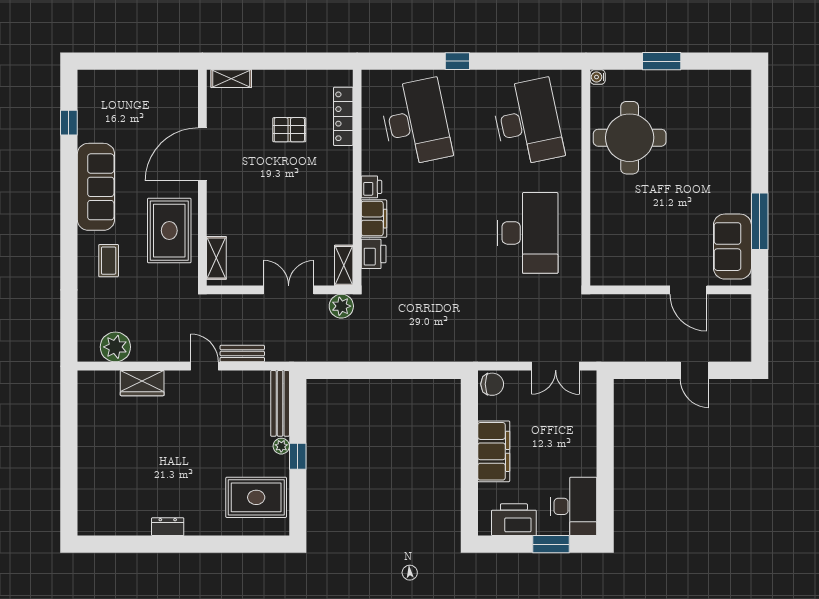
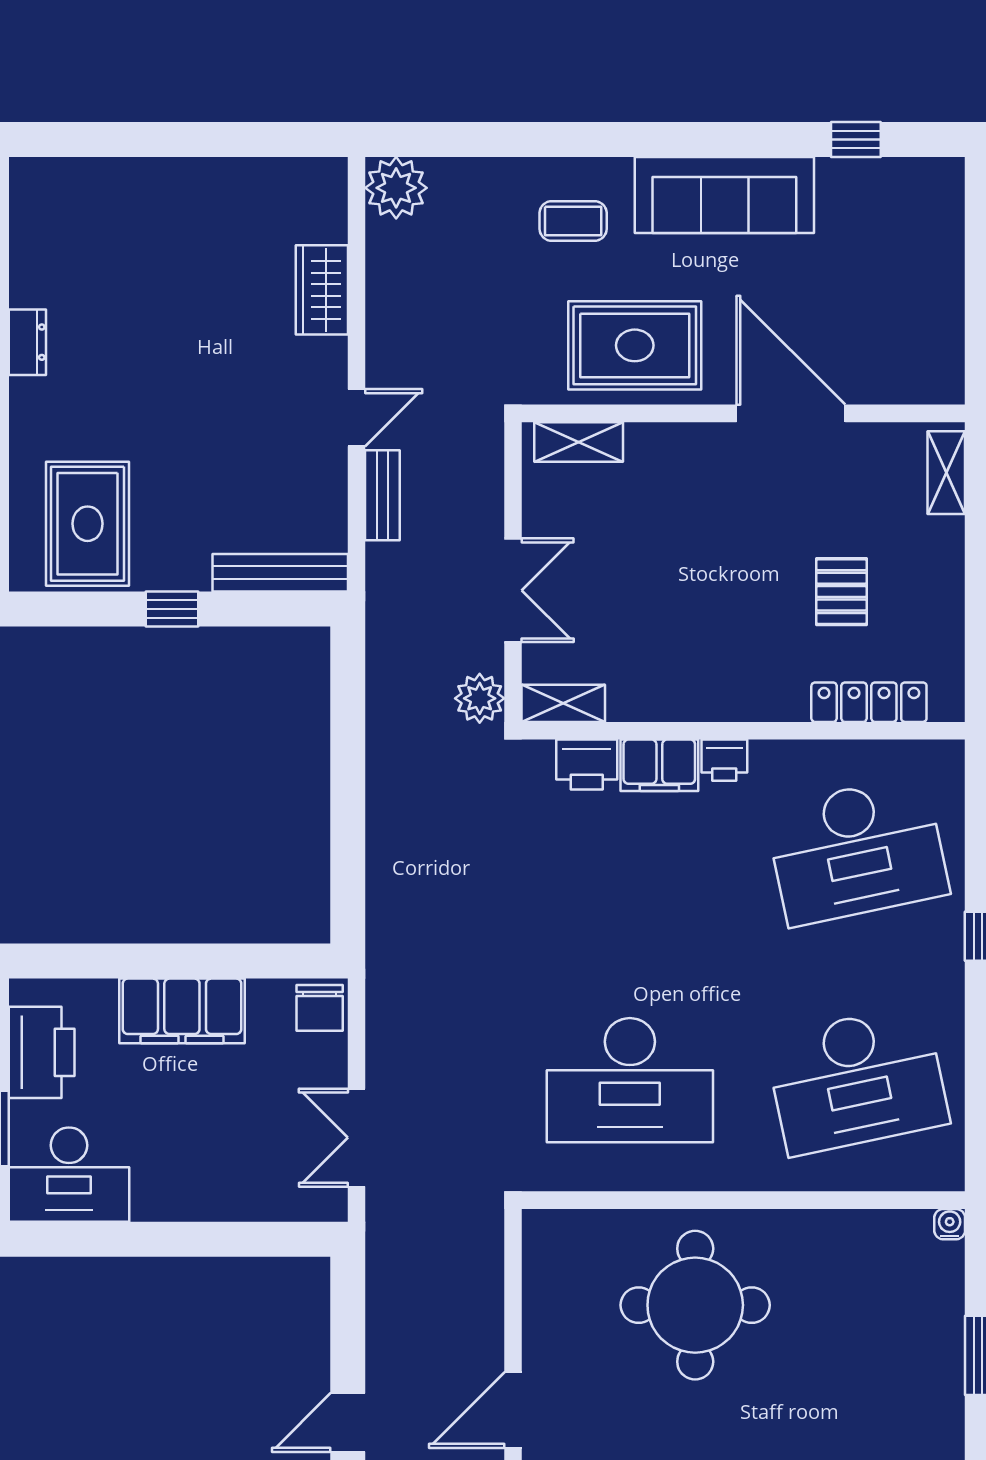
round table: (630, 138) -> (695, 1305), moved
plant: (115, 347) -> (396, 188), moved
plant: (281, 446) -> (193, 575), removed

